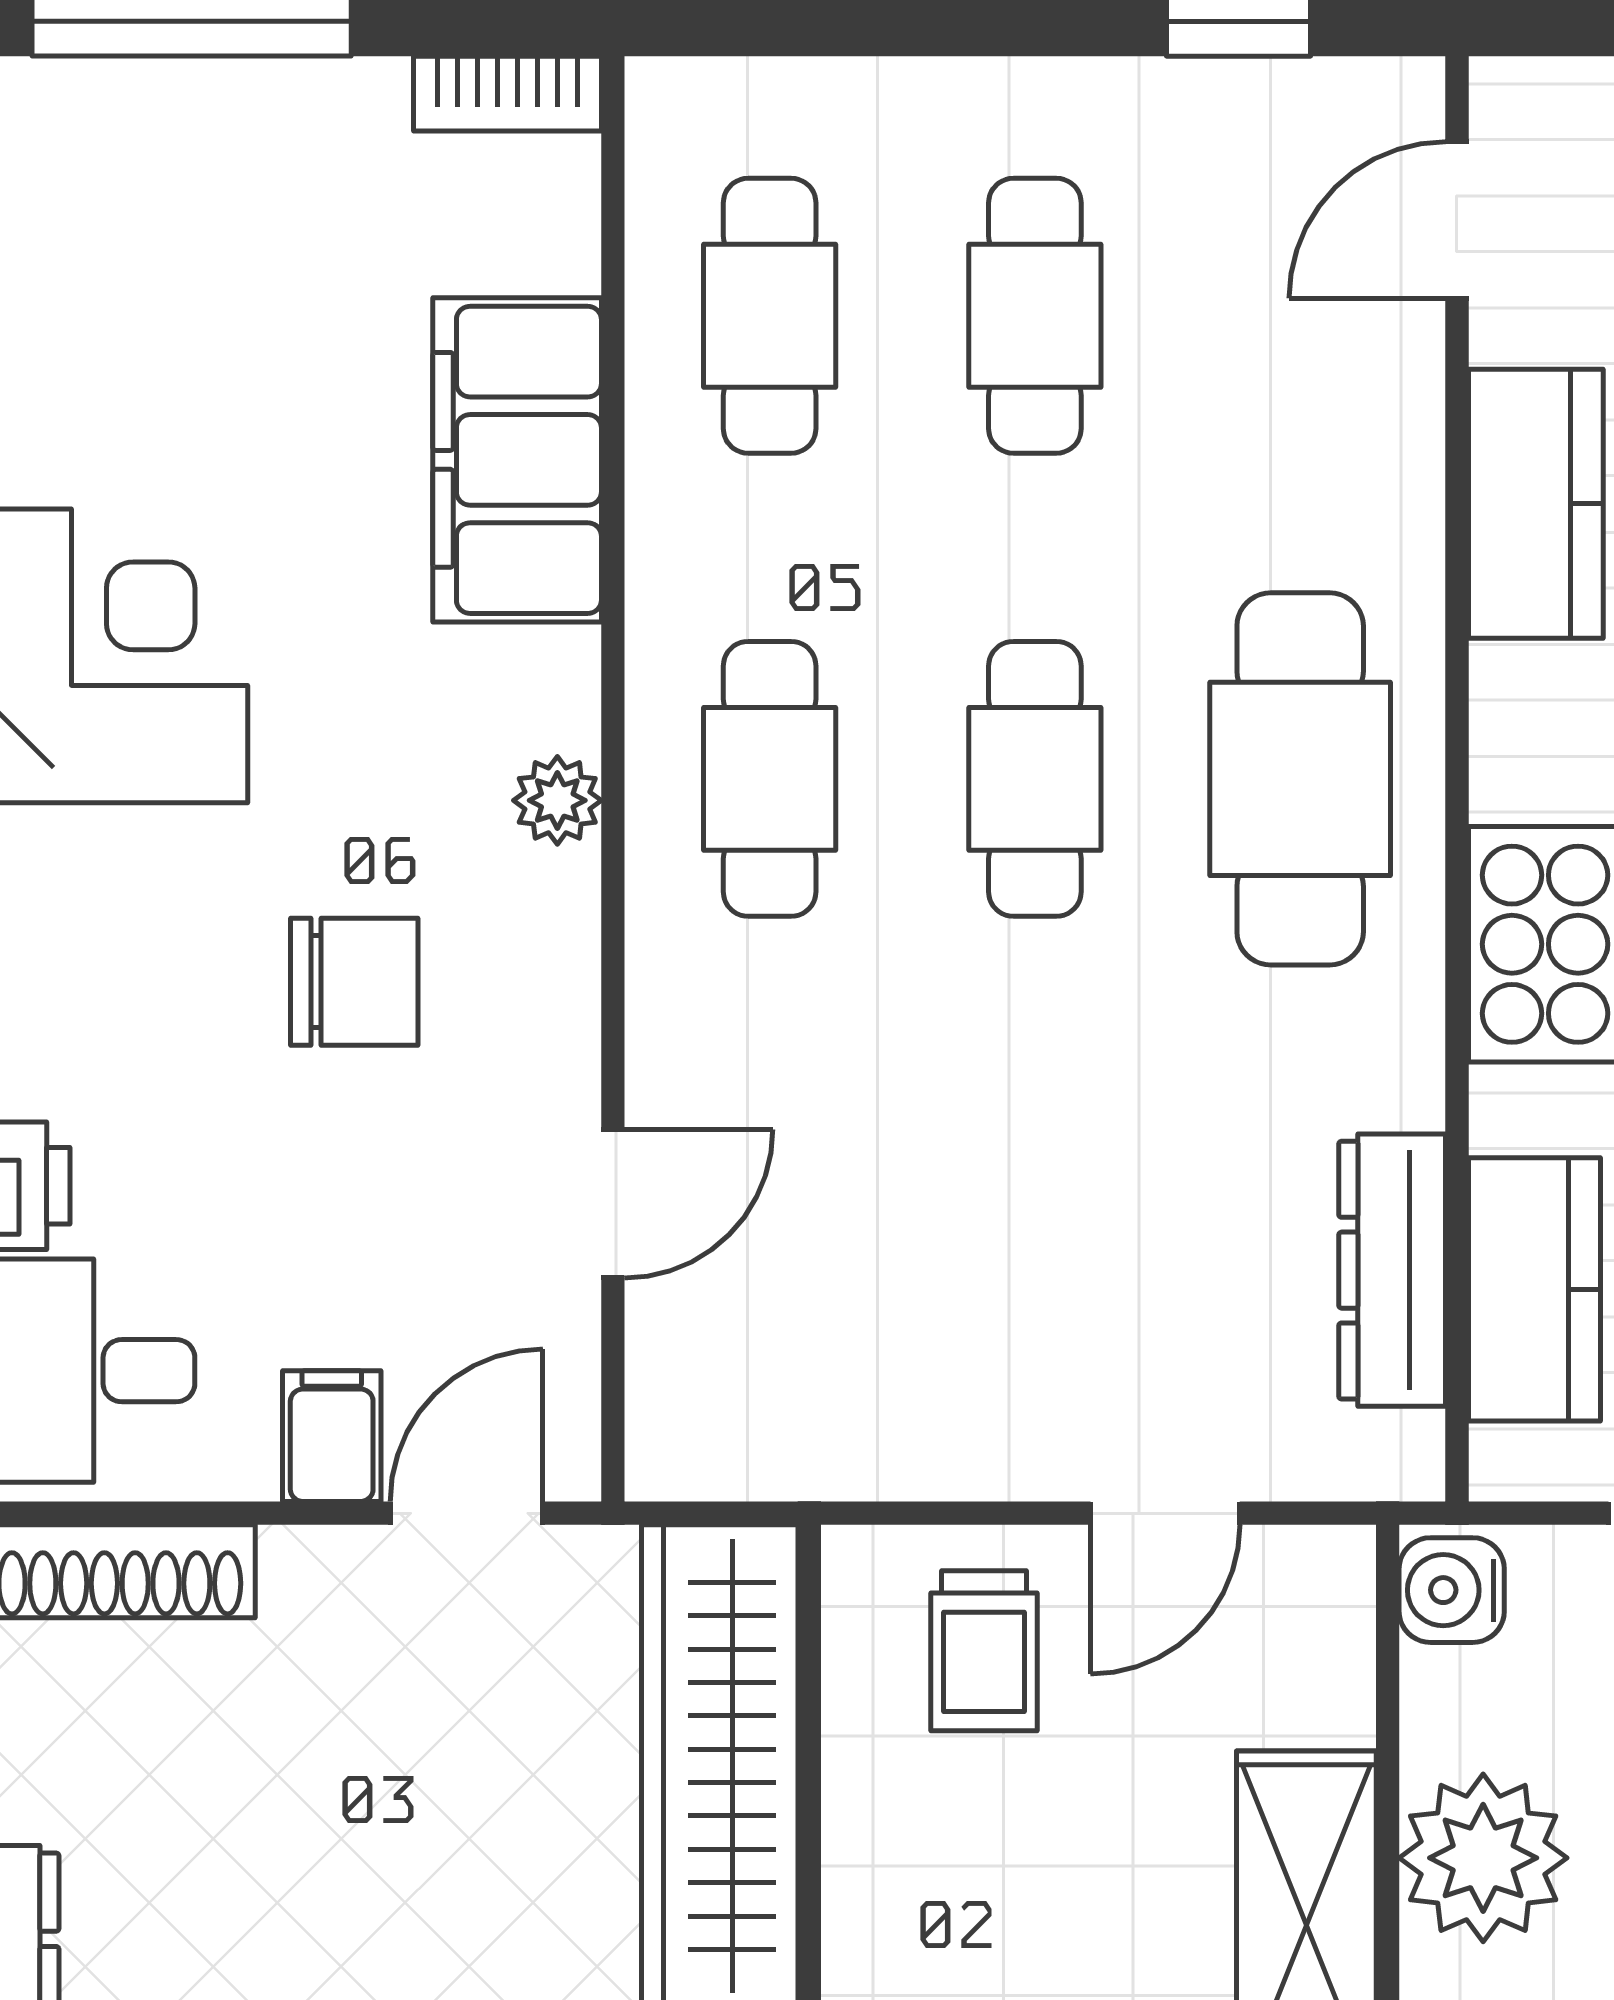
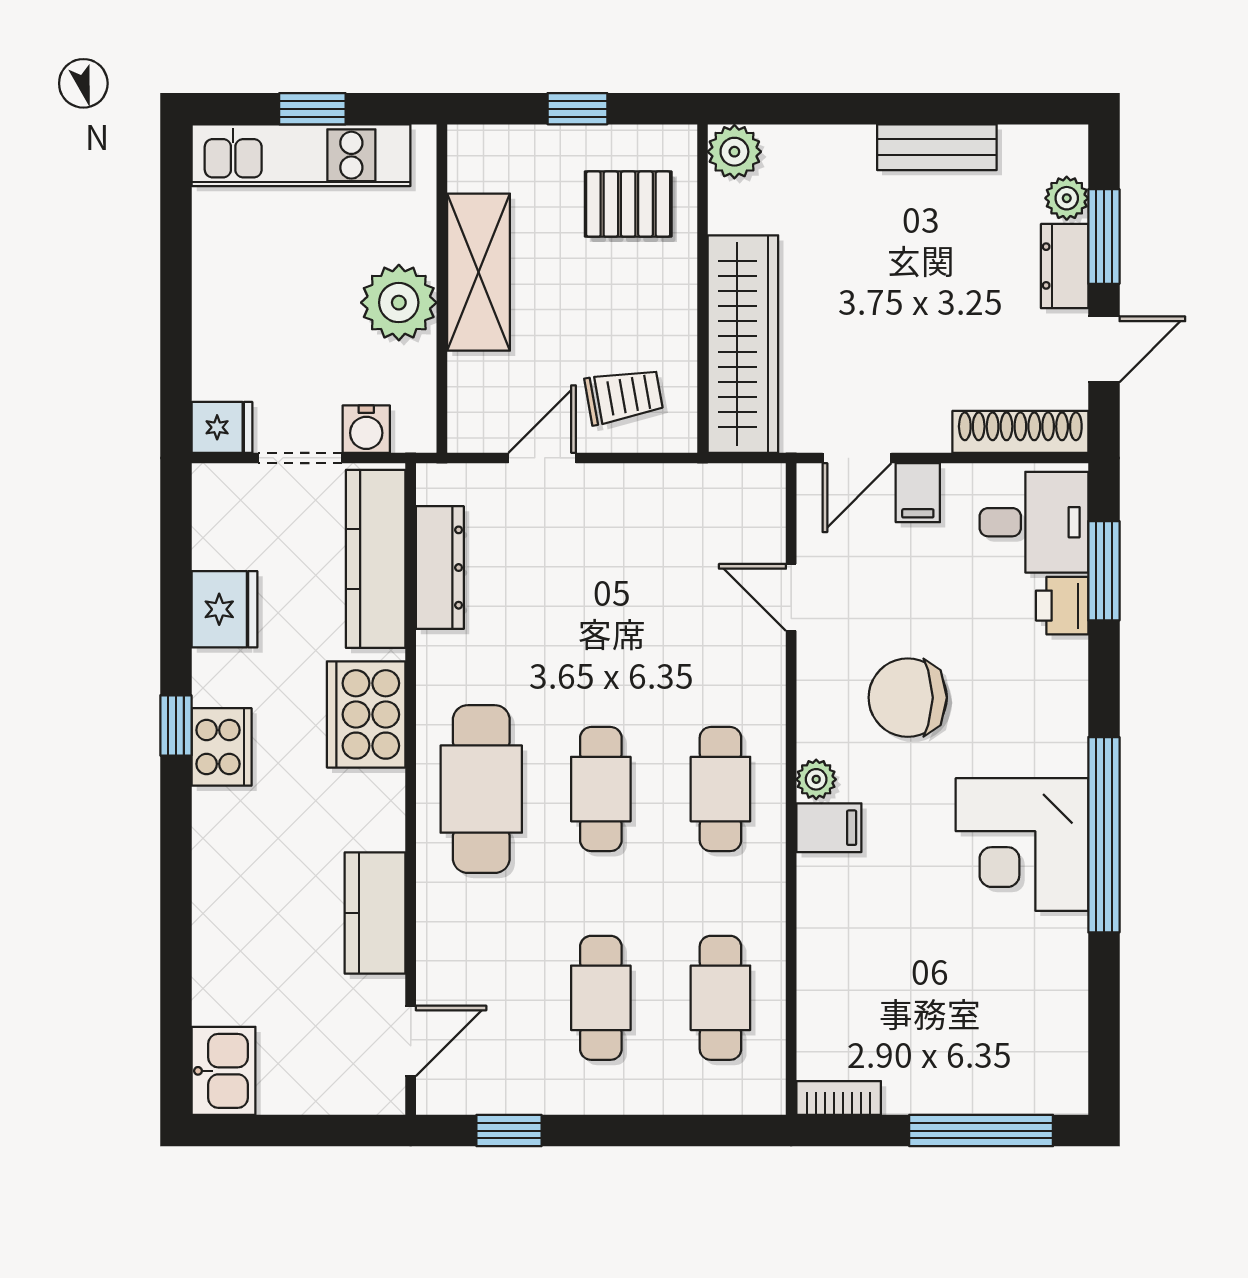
filing cabinet: (517, 460) -> (829, 828), moved, width x0.33, depth x0.86
chair: (354, 982) -> (908, 698), width x1.37, depth x1.37
door: (613, 1204) -> (791, 597), hinge flipped
kitchen counter: (1534, 1289) -> (376, 559), width x1.50
water cooler: (1452, 1590) -> (366, 429), moved, turned 90
trolley: (984, 1651) -> (624, 396), turned 80

